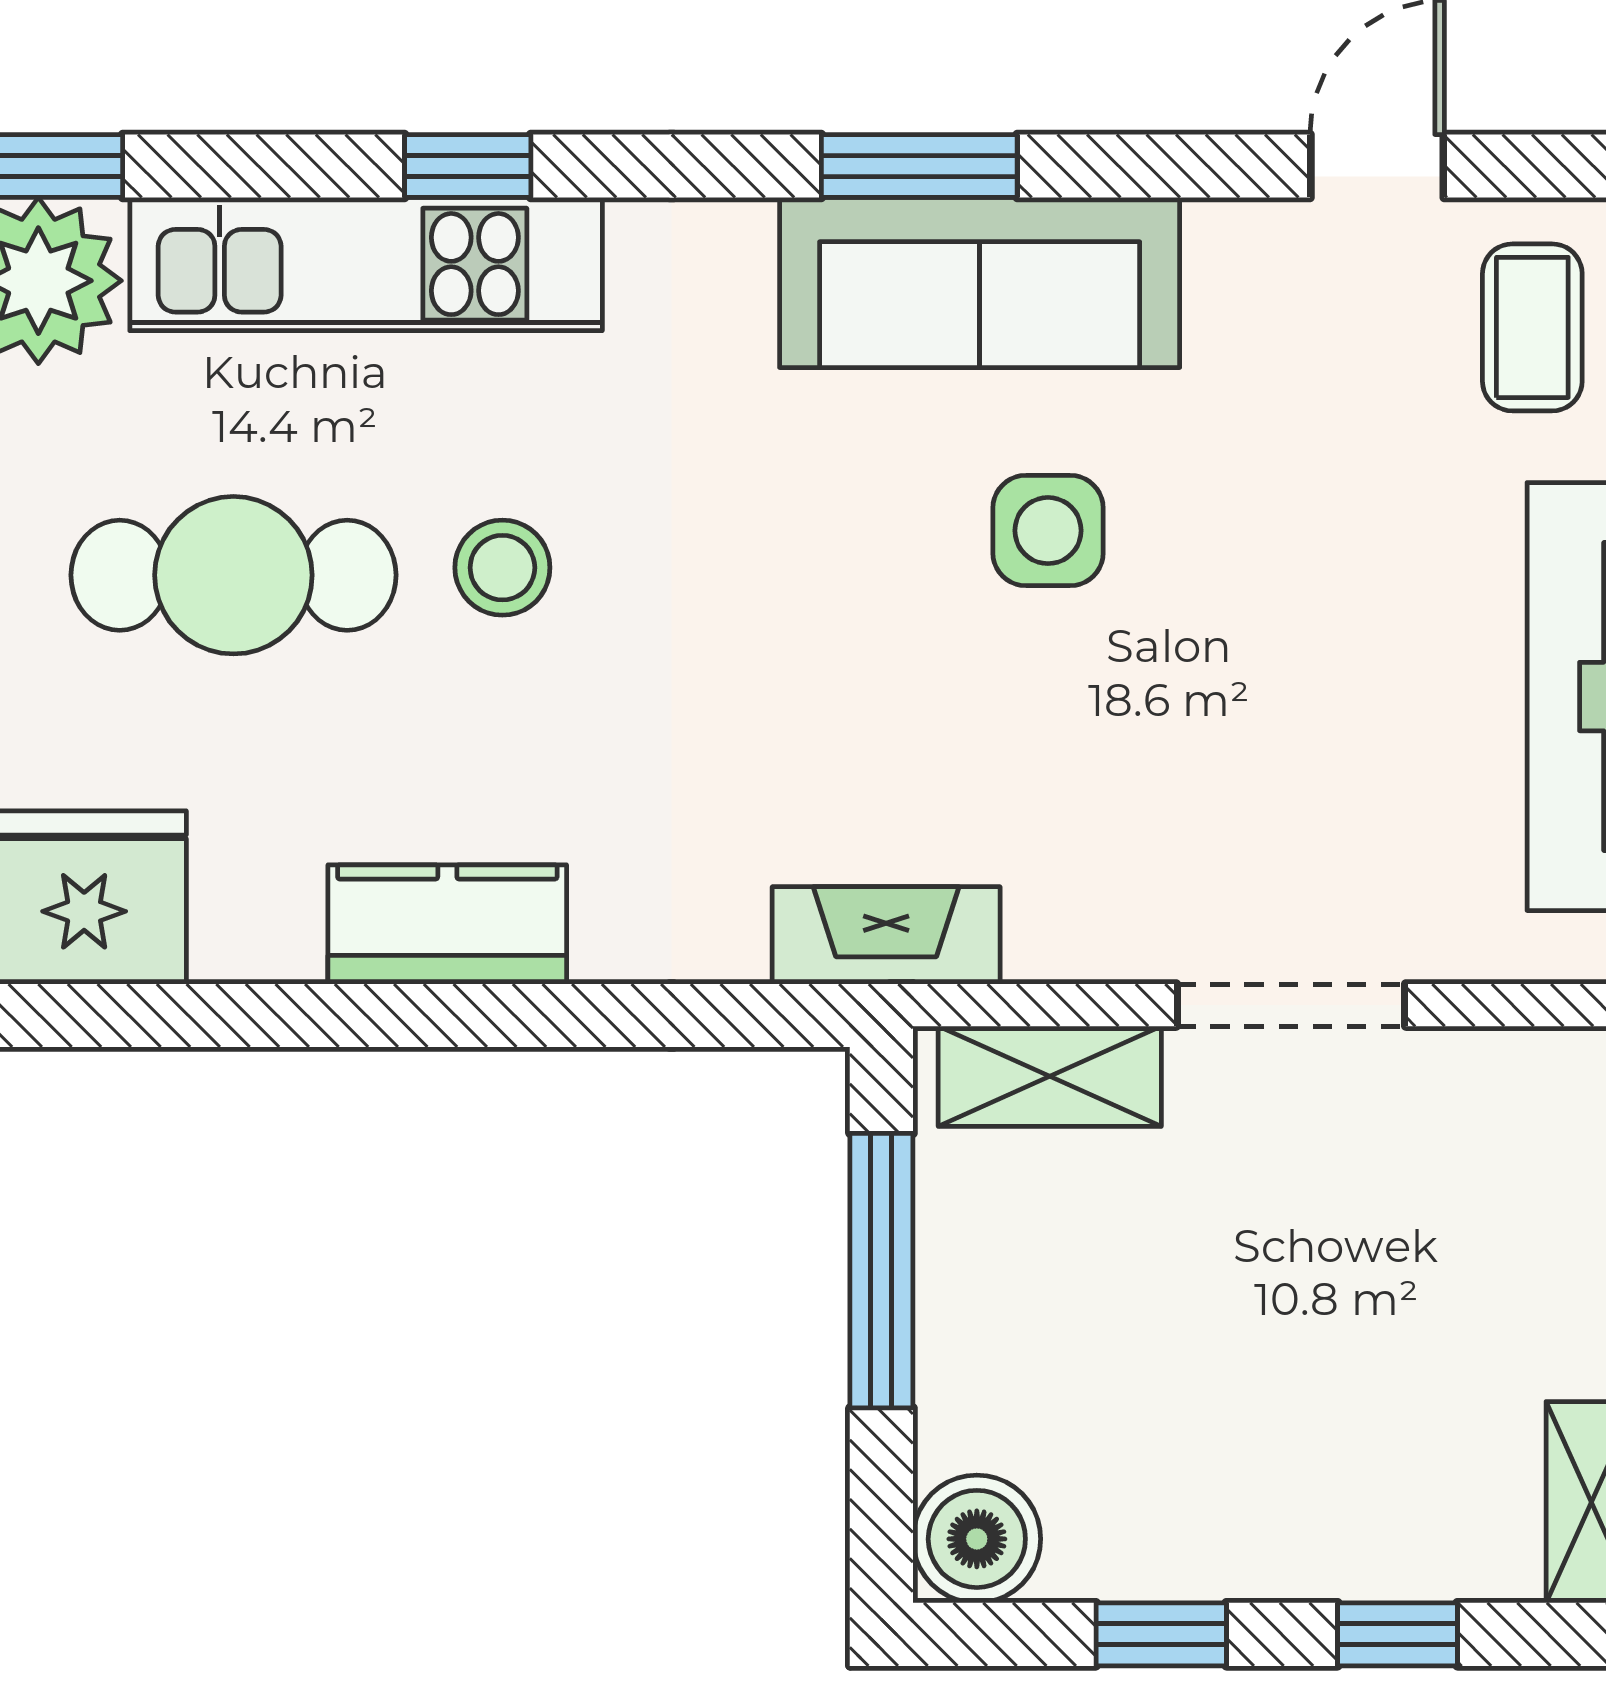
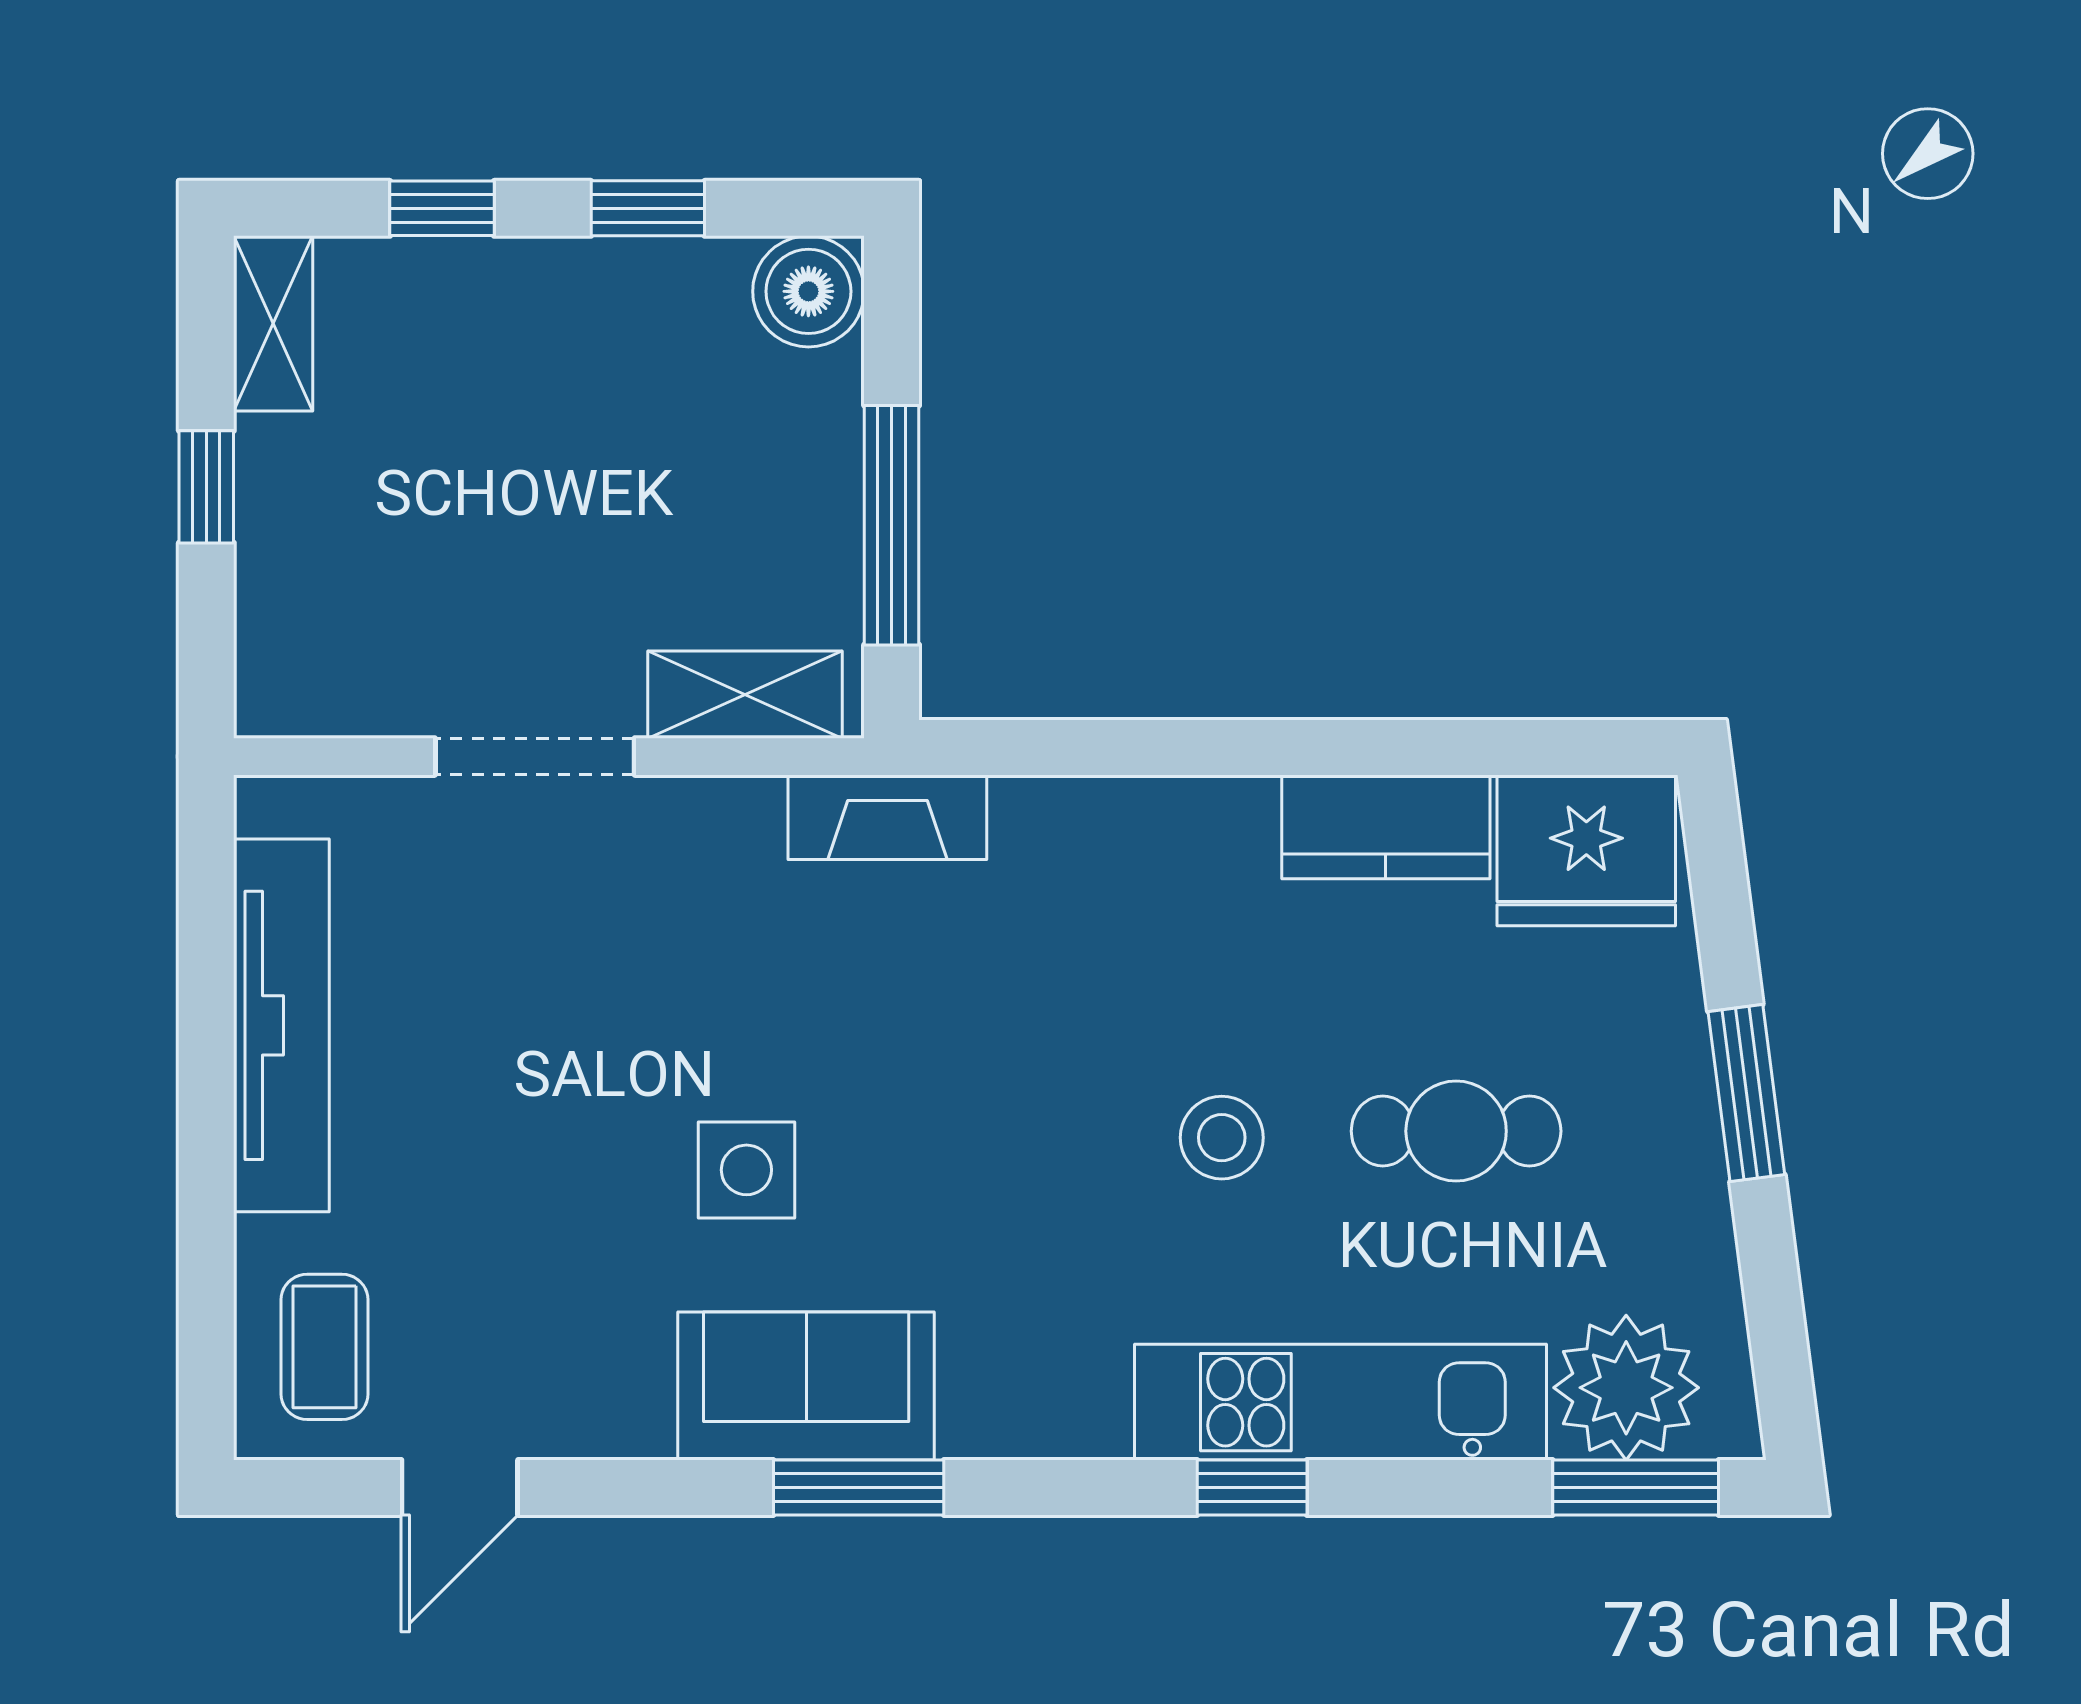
sofa: (980, 283) -> (806, 1386), width x0.73
cafe table: (233, 575) -> (1456, 1131), width x0.73, depth x0.74
kitchen counter: (447, 924) -> (1386, 827), moved

